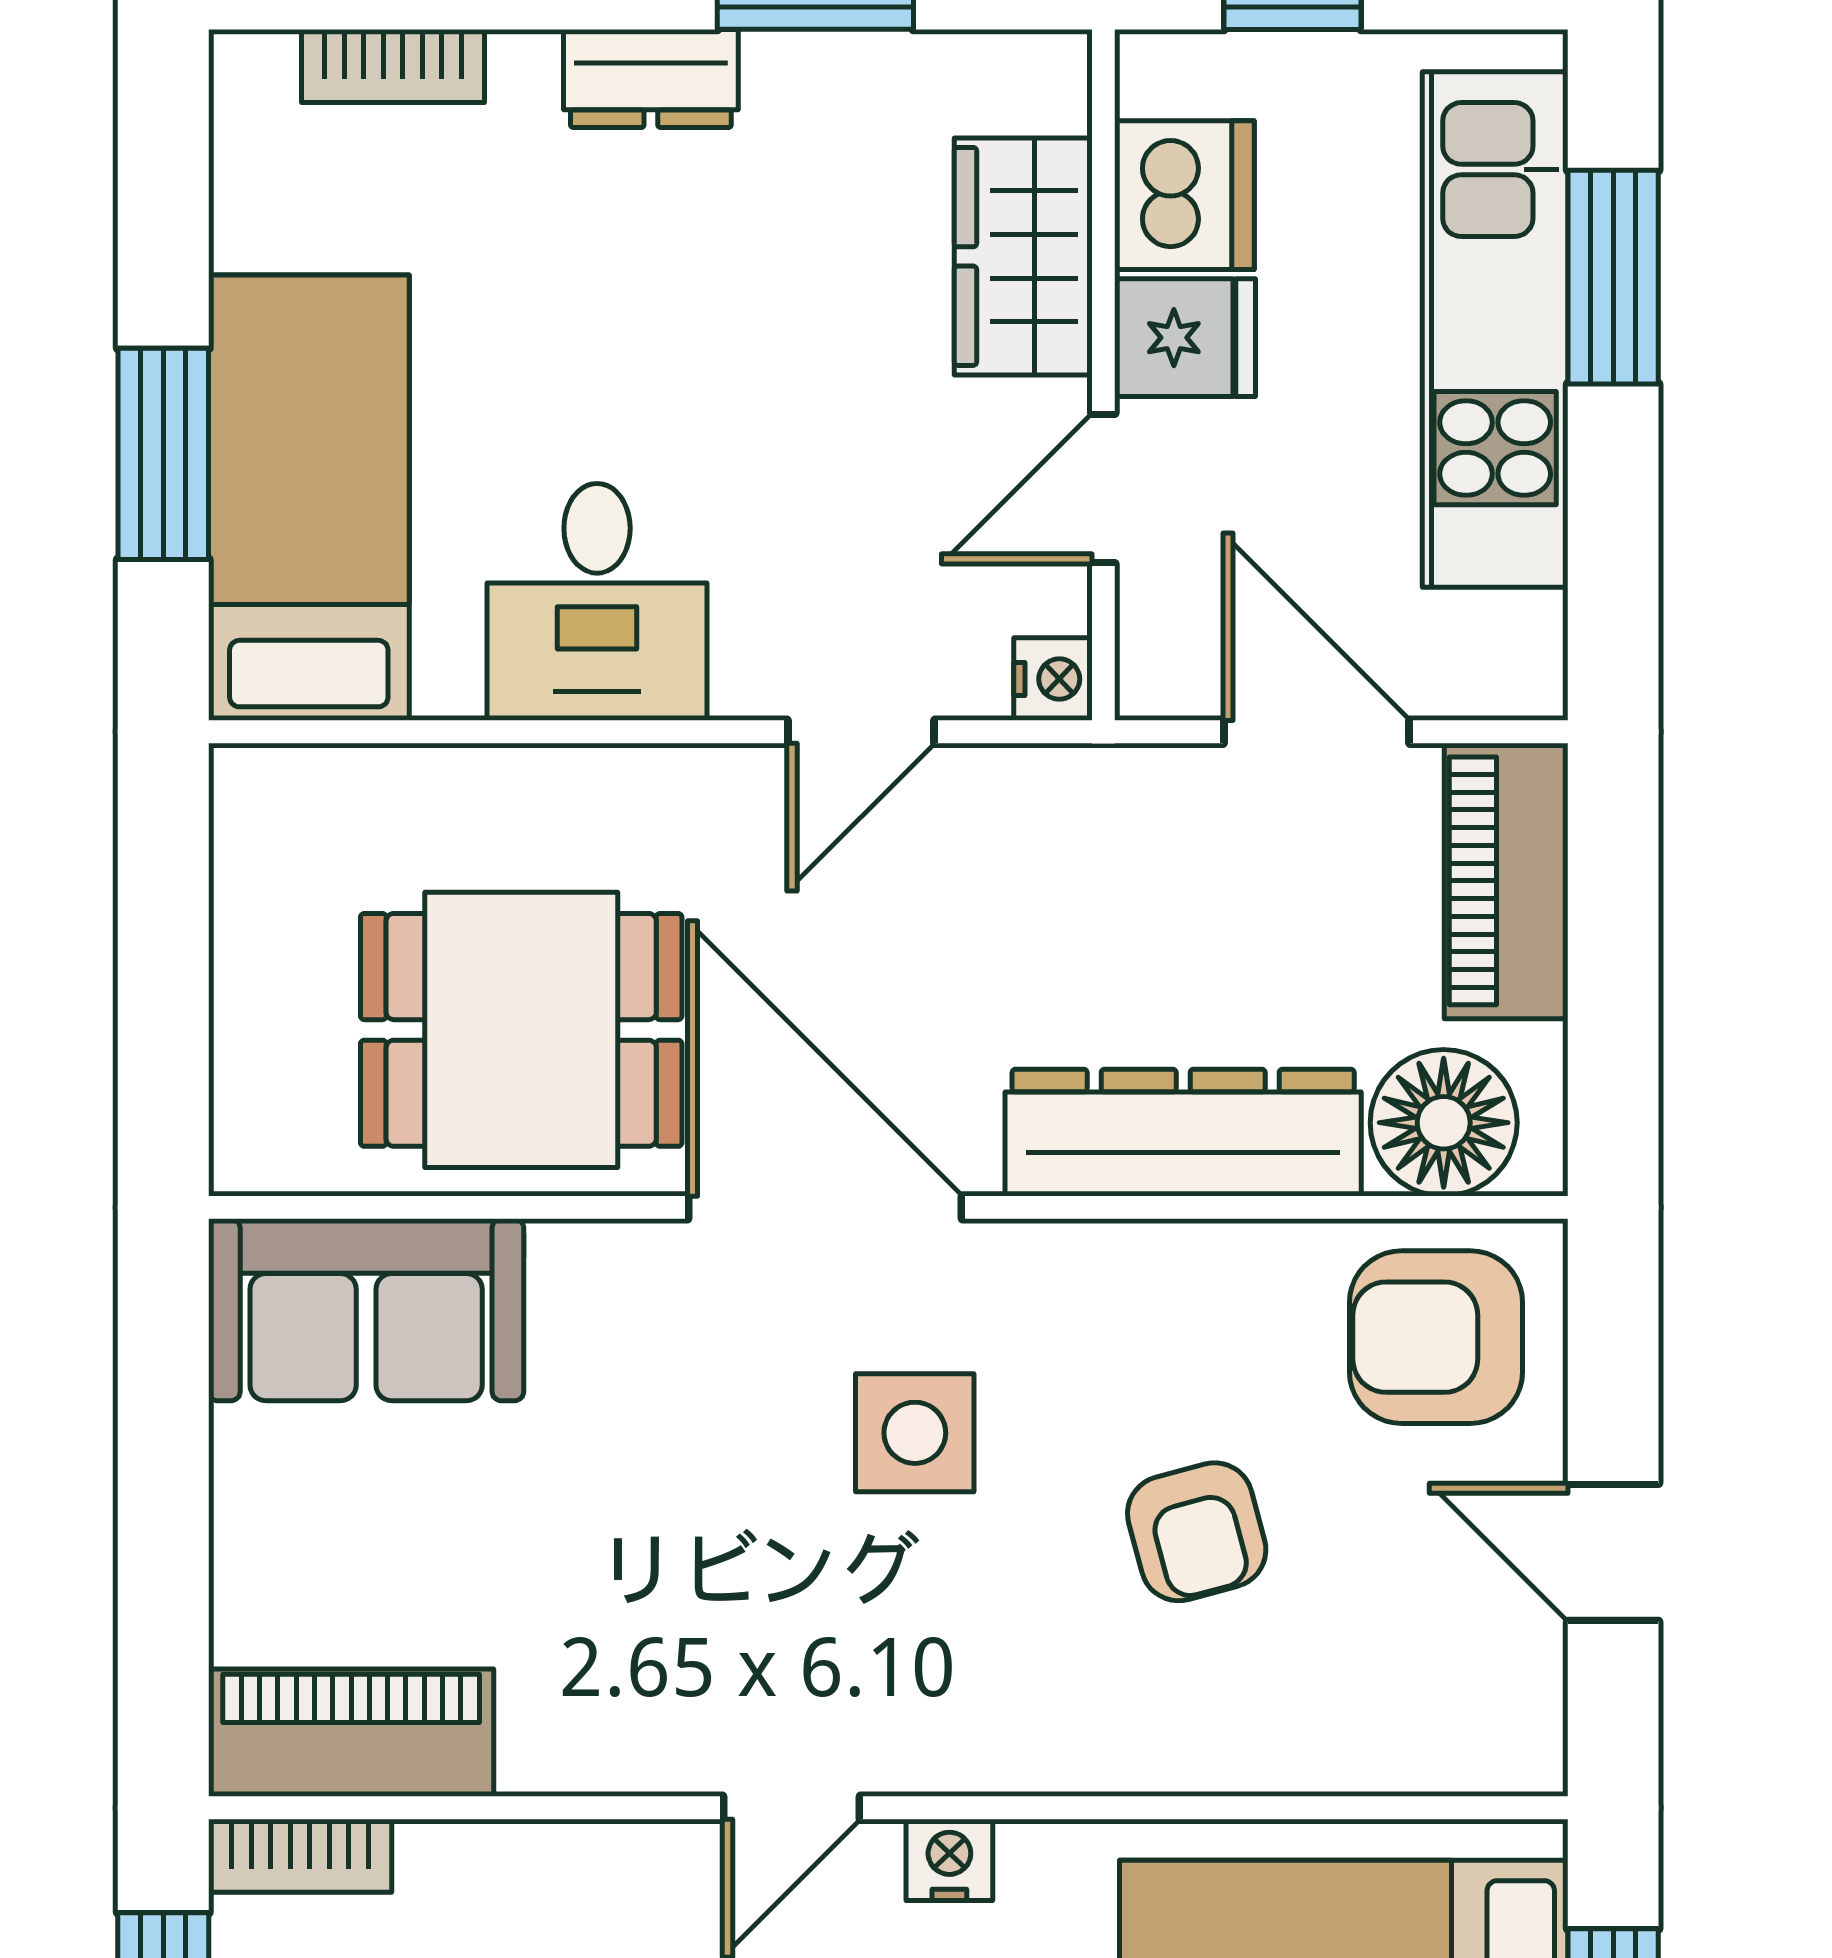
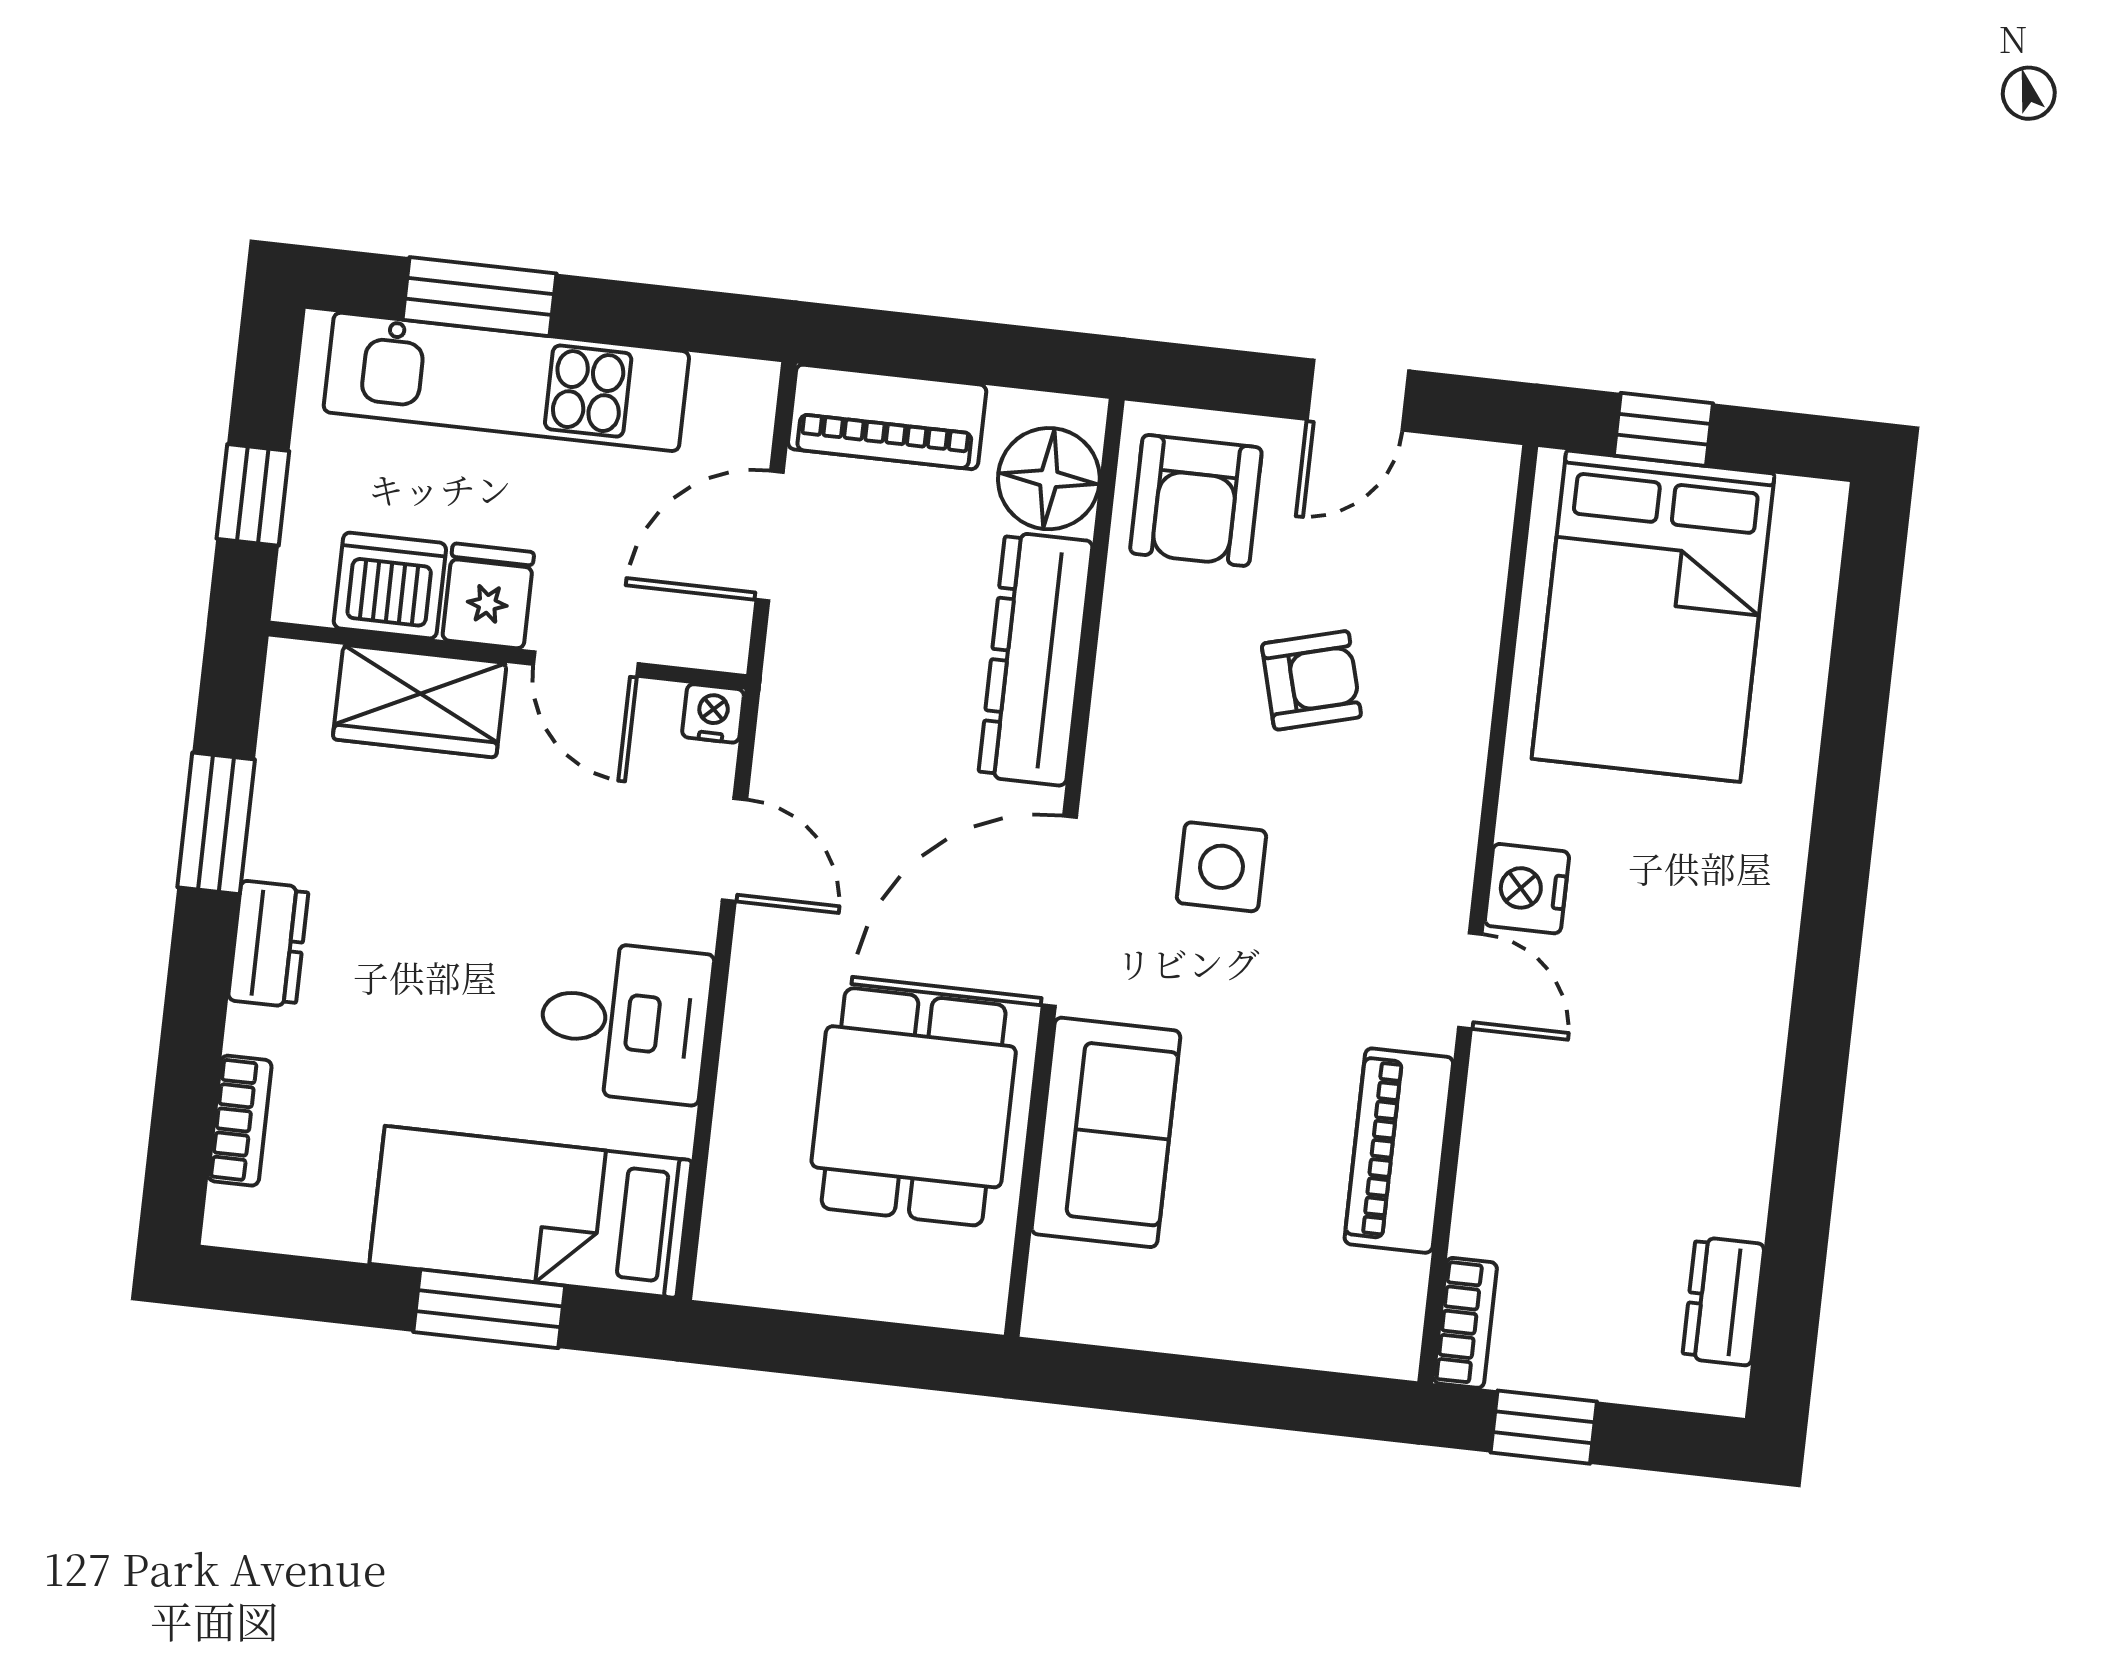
sofa: (366, 1310) -> (1106, 1132), moved
piano: (351, 1733) -> (1399, 1151), moved
nightstand: (949, 1860) -> (1527, 889), width x1.39, depth x1.35

